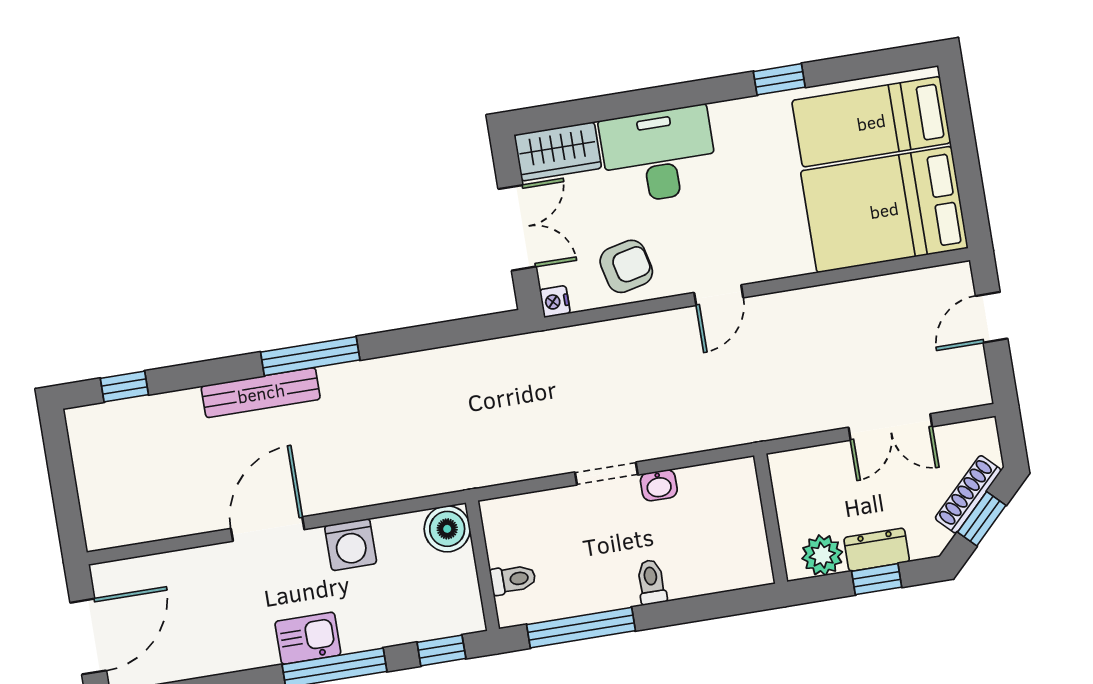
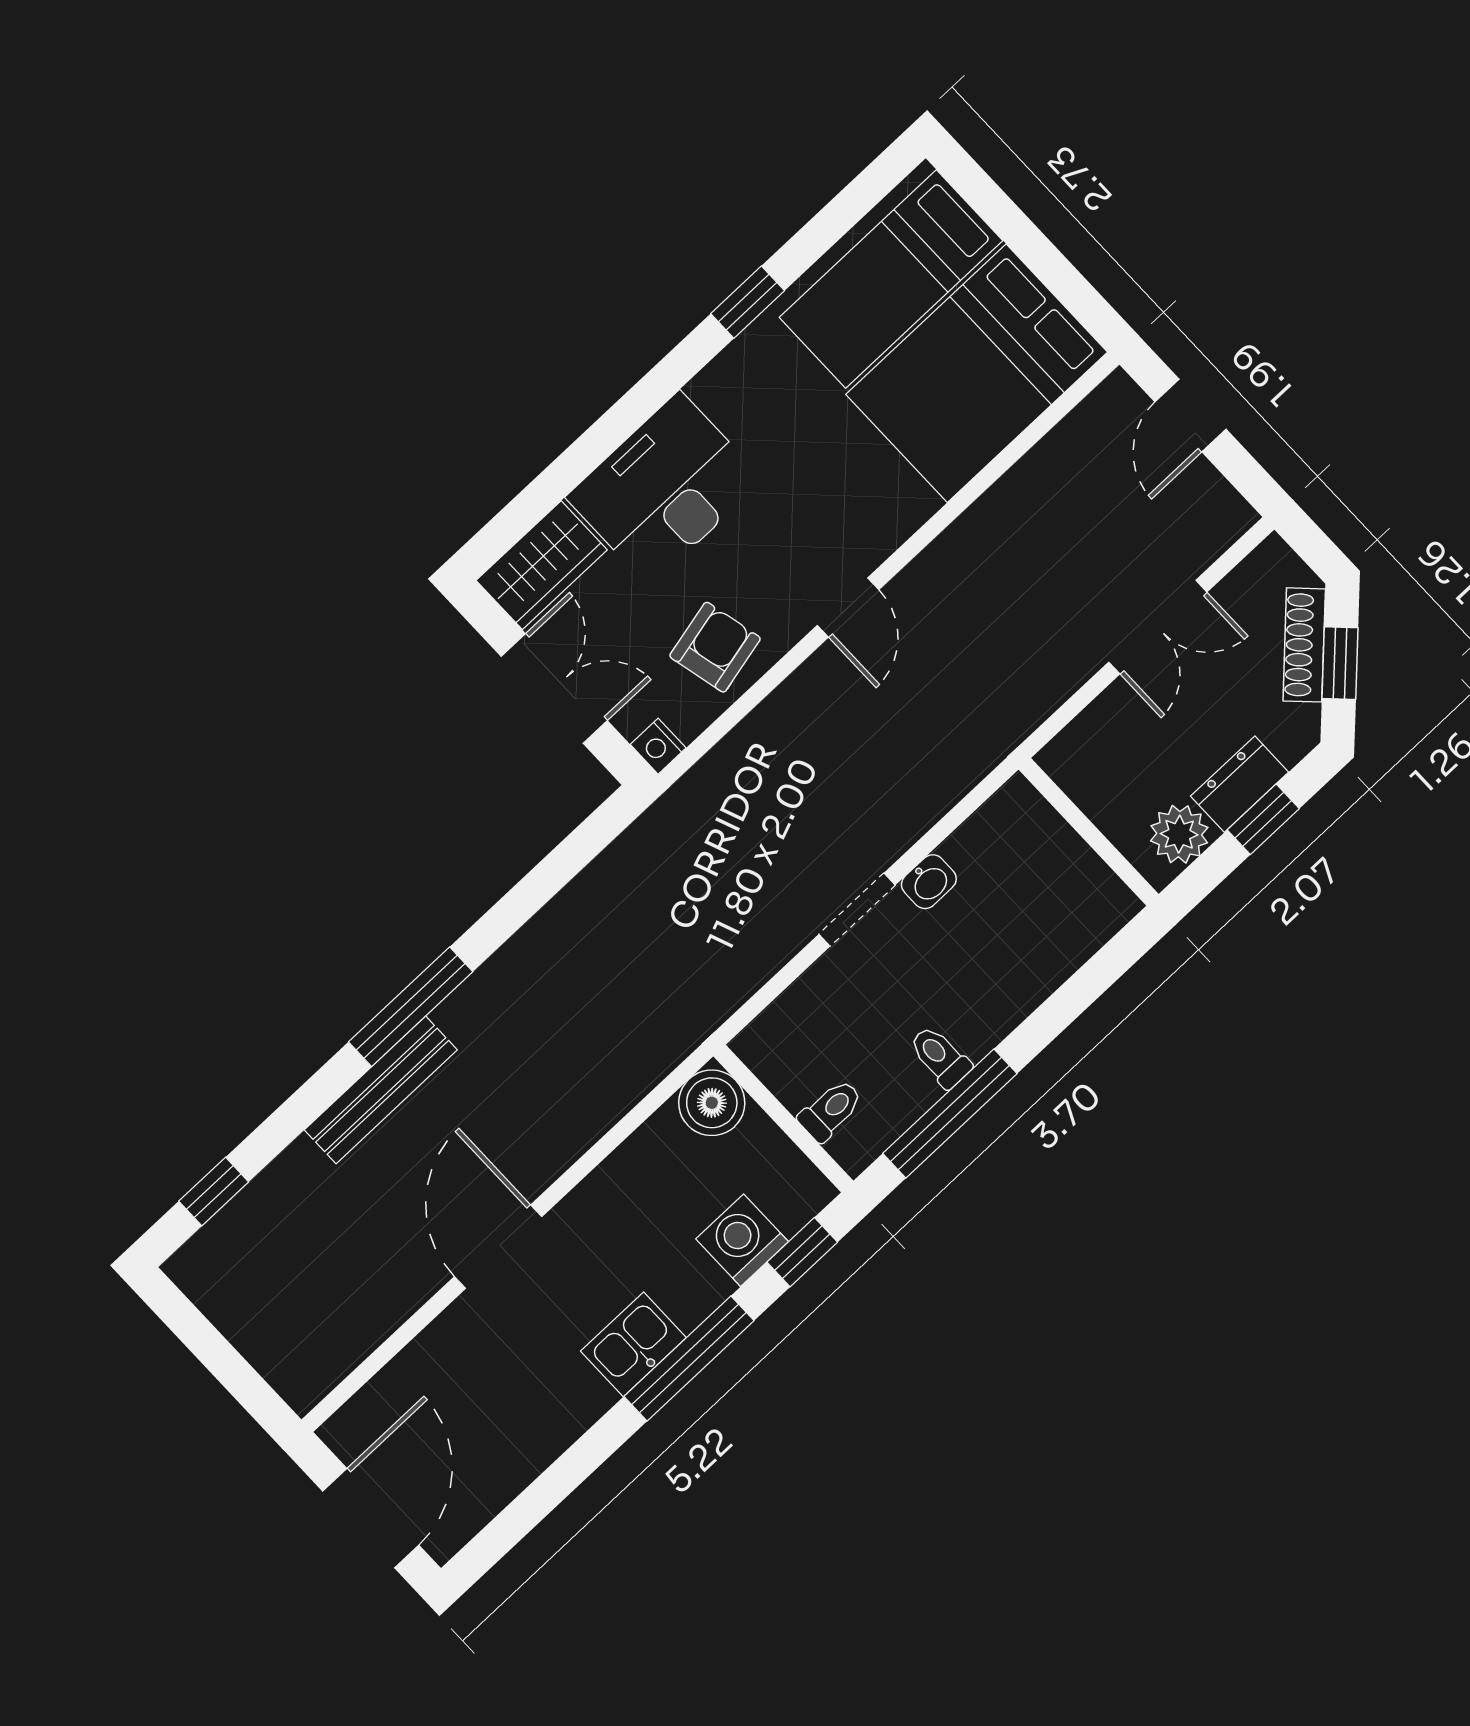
washing machine: (351, 545) -> (742, 1240), moved, turned 180
toilet: (651, 582) -> (940, 1057), moved

